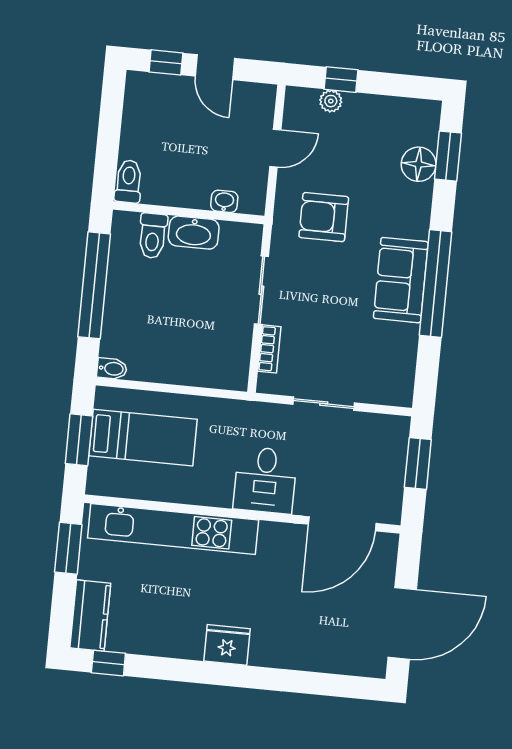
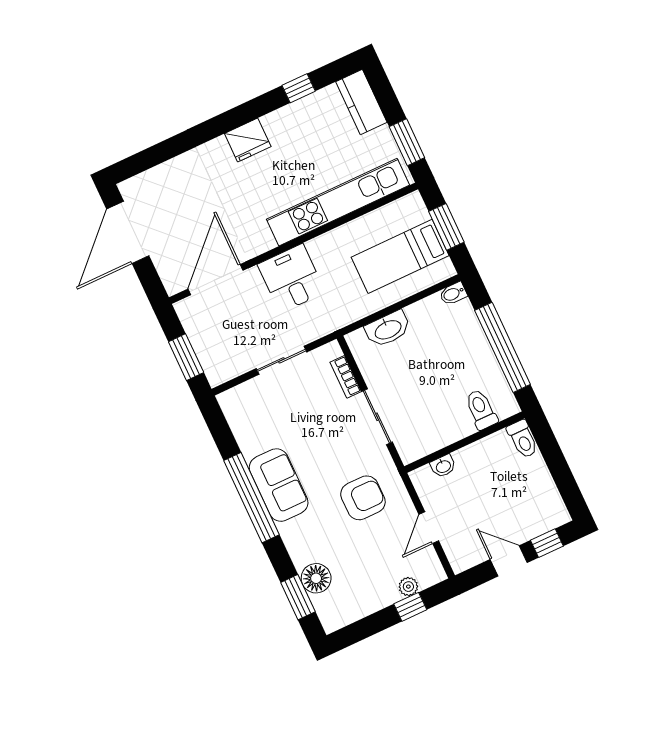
washbasin: (194, 233) -> (388, 329), moved, turned 180
window: (108, 663) -> (299, 88), moved

